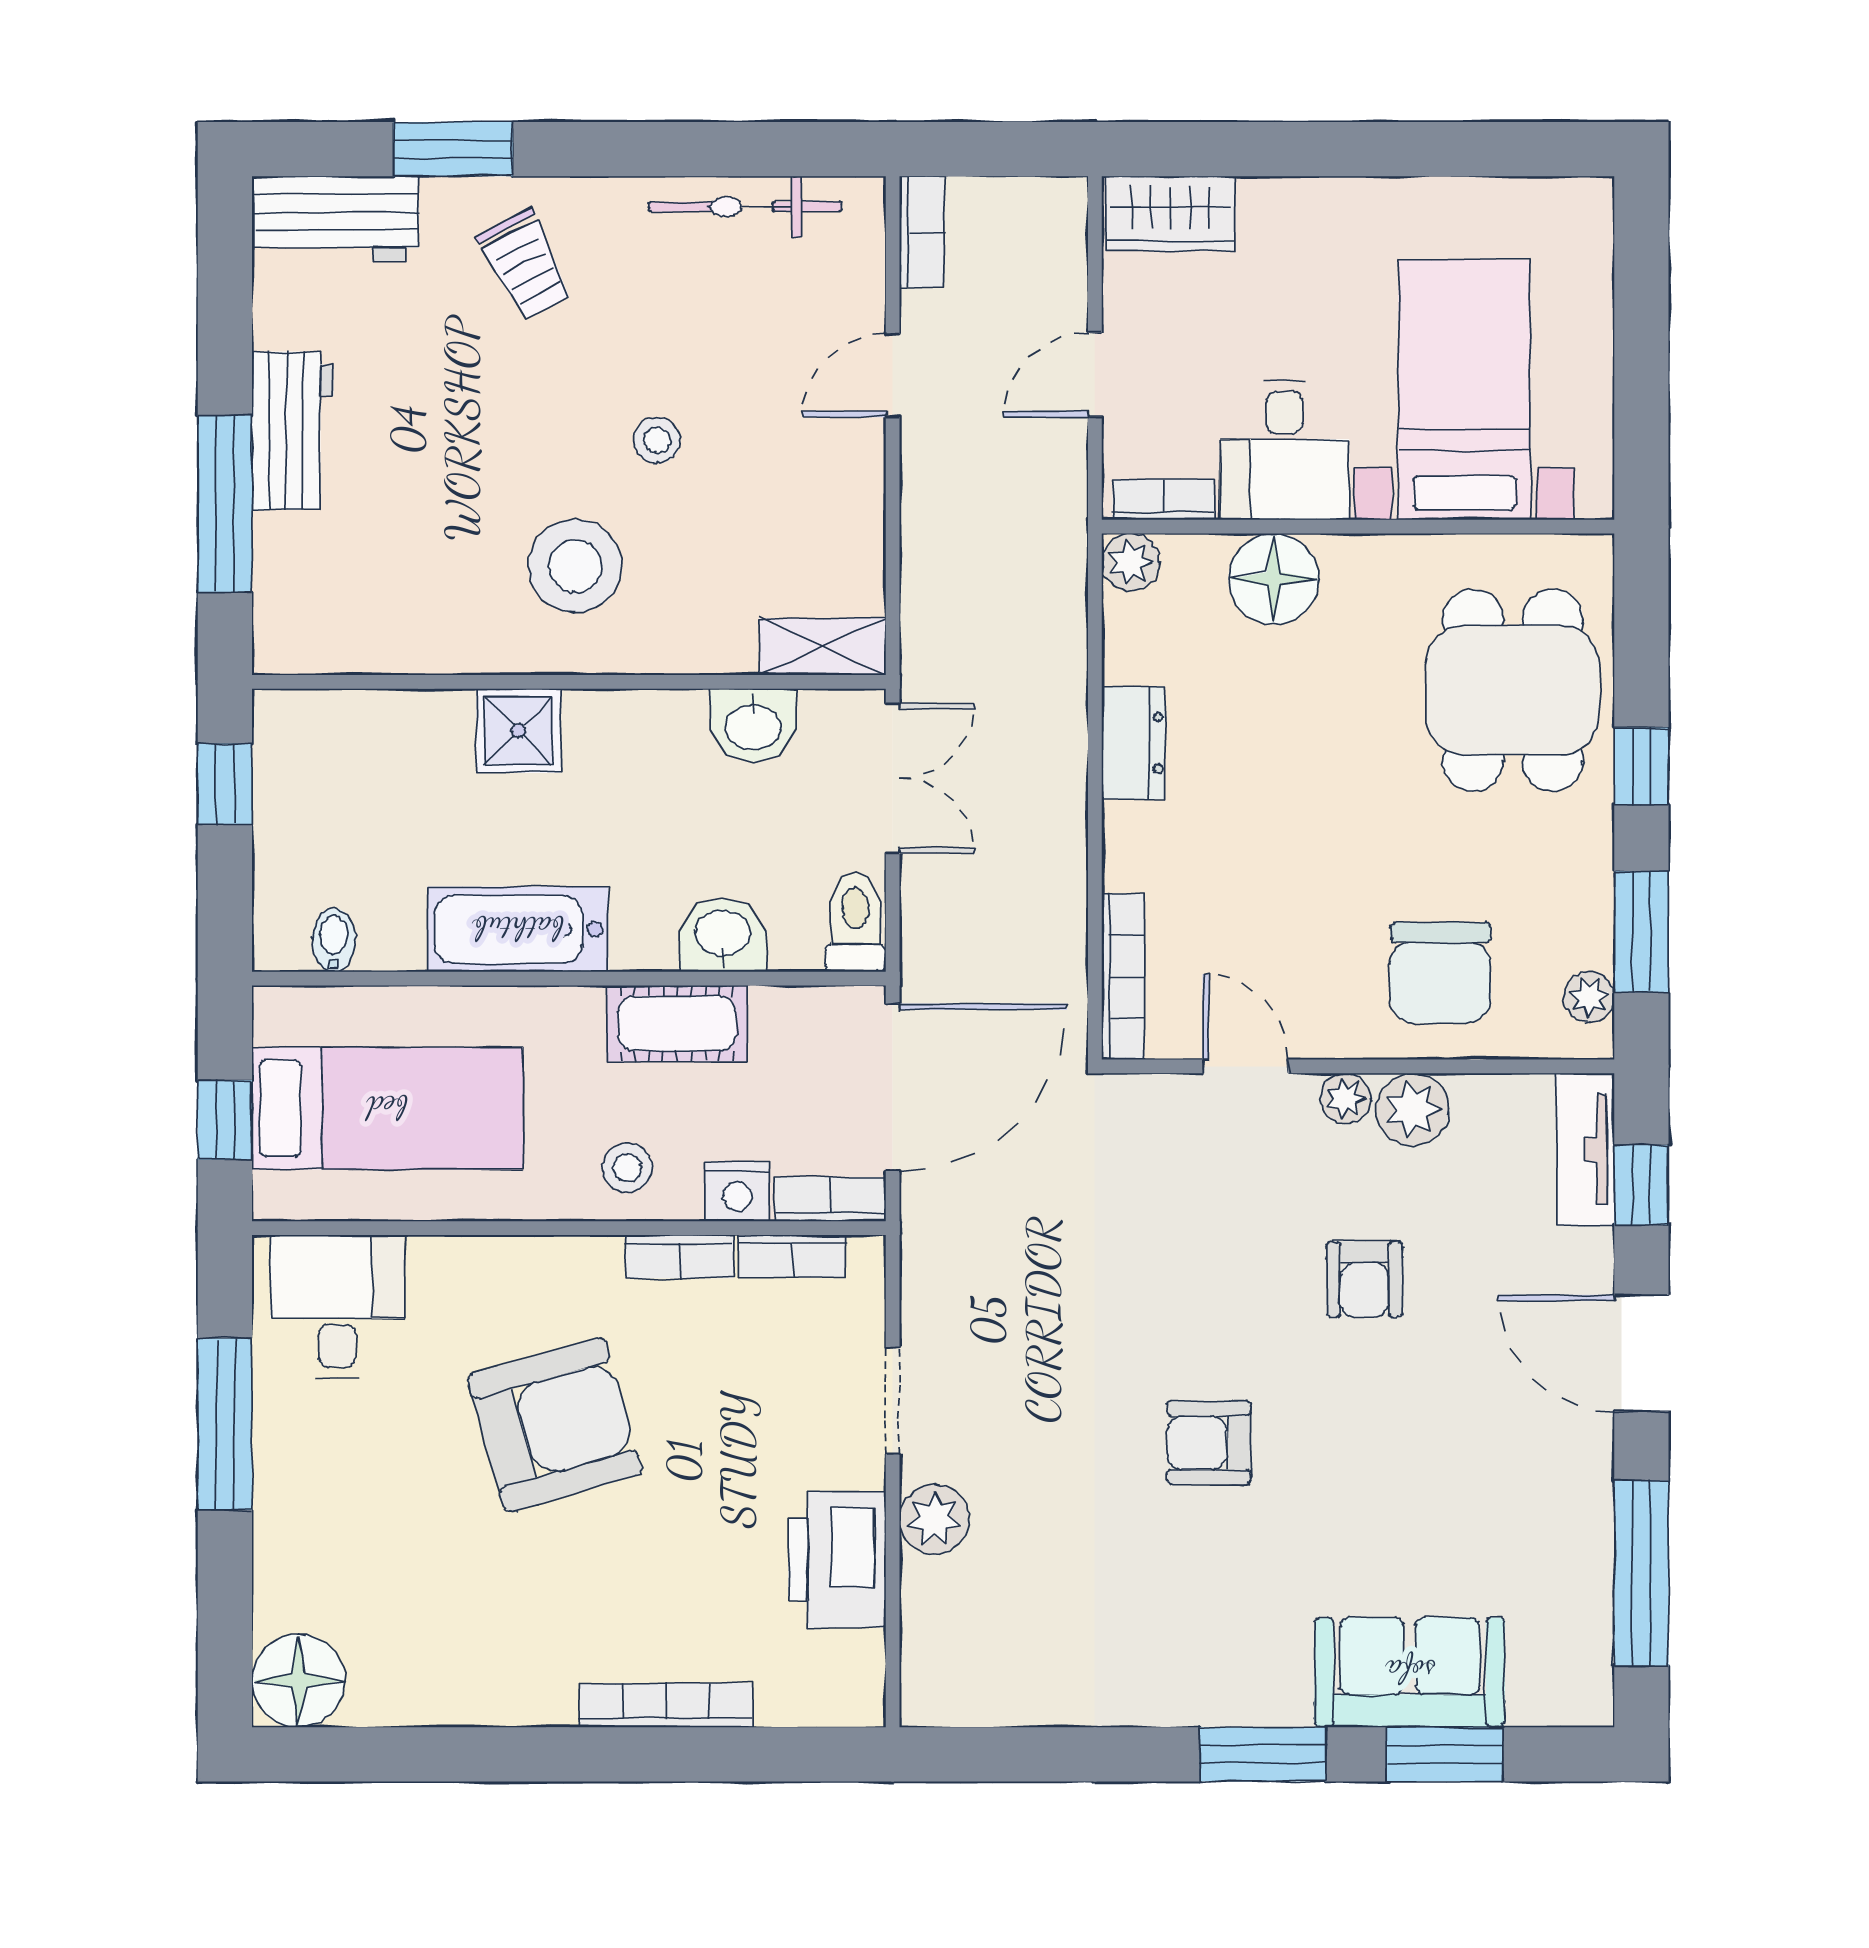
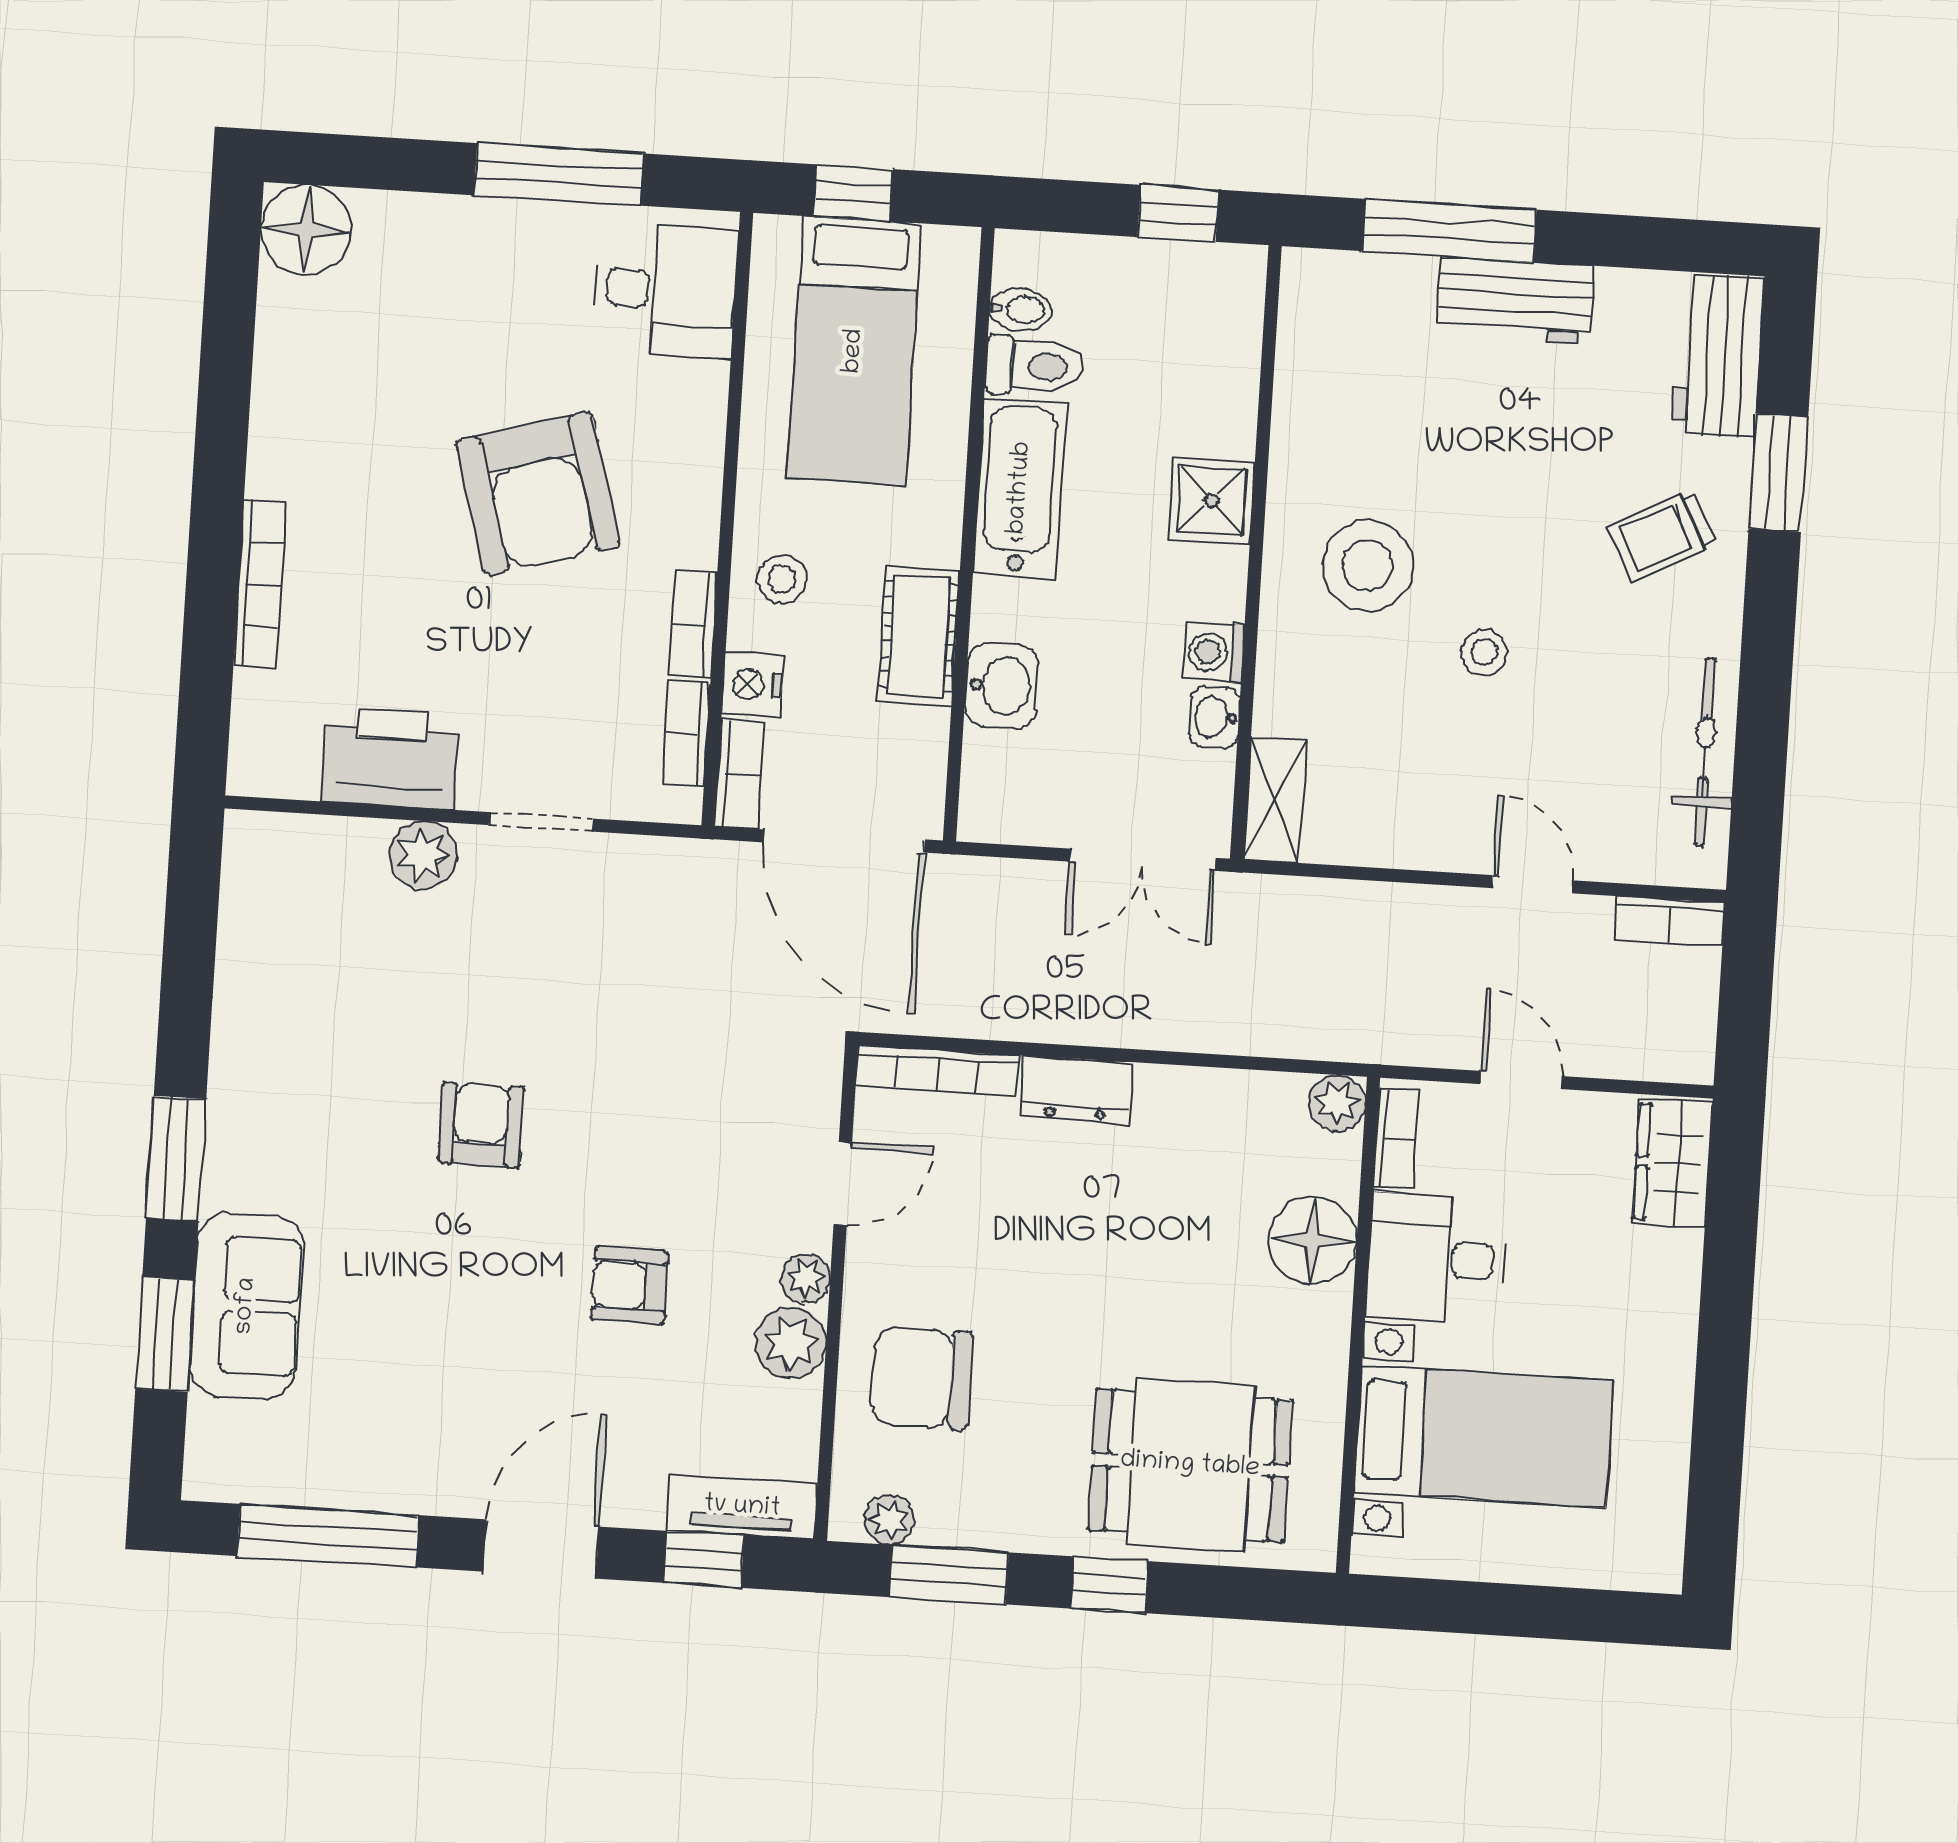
washing machine: (674, 719) -> (1214, 652), added
washbasin: (753, 725) -> (1214, 717), width x0.72, depth x0.69
dresser: (1133, 743) -> (1076, 1089), moved
toilet: (856, 922) -> (1034, 366), moved

